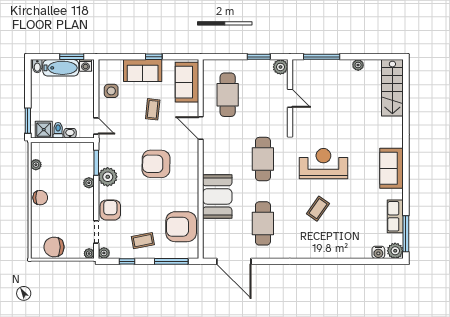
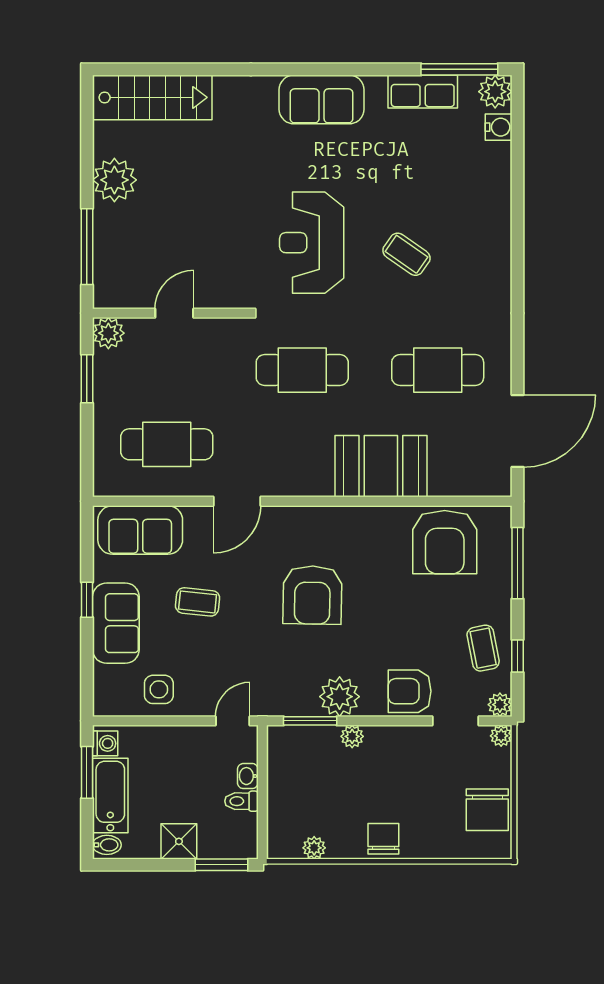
plant: (358, 65) -> (114, 180), width x1.87, depth x1.87
shower: (44, 130) -> (179, 841), moved
coffee table: (143, 241) -> (483, 648), moved

